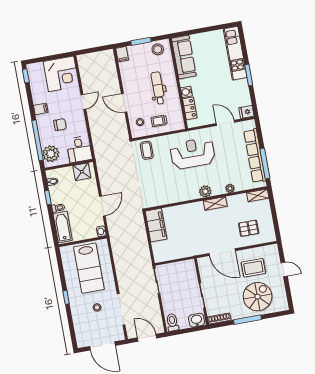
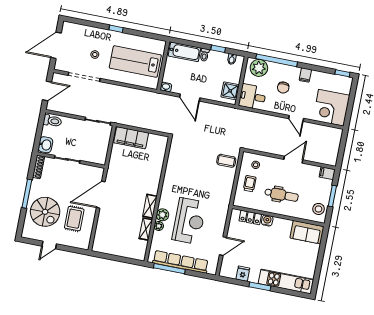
sofa: (184, 57) -> (307, 232), width x0.73
door: (124, 103) -> (293, 160), moved
fridge: (246, 112) -> (243, 274), moved
reception desk: (193, 153) -> (189, 221), moved
plant: (205, 191) -> (162, 215), moved
shelving: (258, 195) -> (146, 229), moved
filing cabinet: (156, 225) -> (131, 138), moved
pallet: (249, 228) -> (114, 229), removed
door: (284, 269) -> (49, 245), moved

